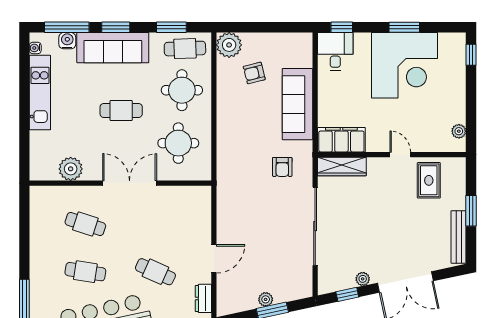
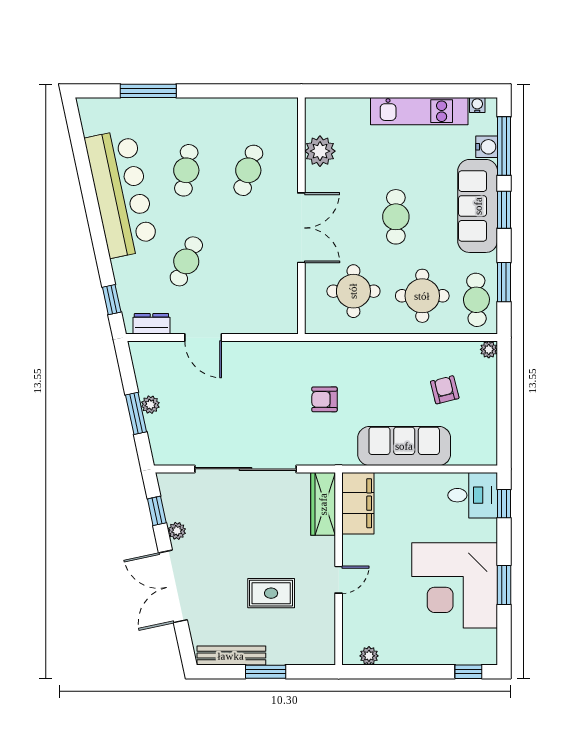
plant: (229, 45) -> (489, 349), width x0.53, depth x0.53
armchair: (282, 167) -> (324, 399), moved
rug: (429, 180) -> (271, 593), moved

